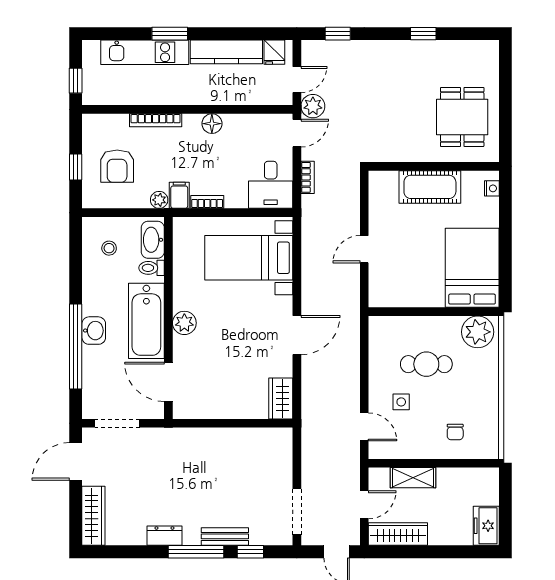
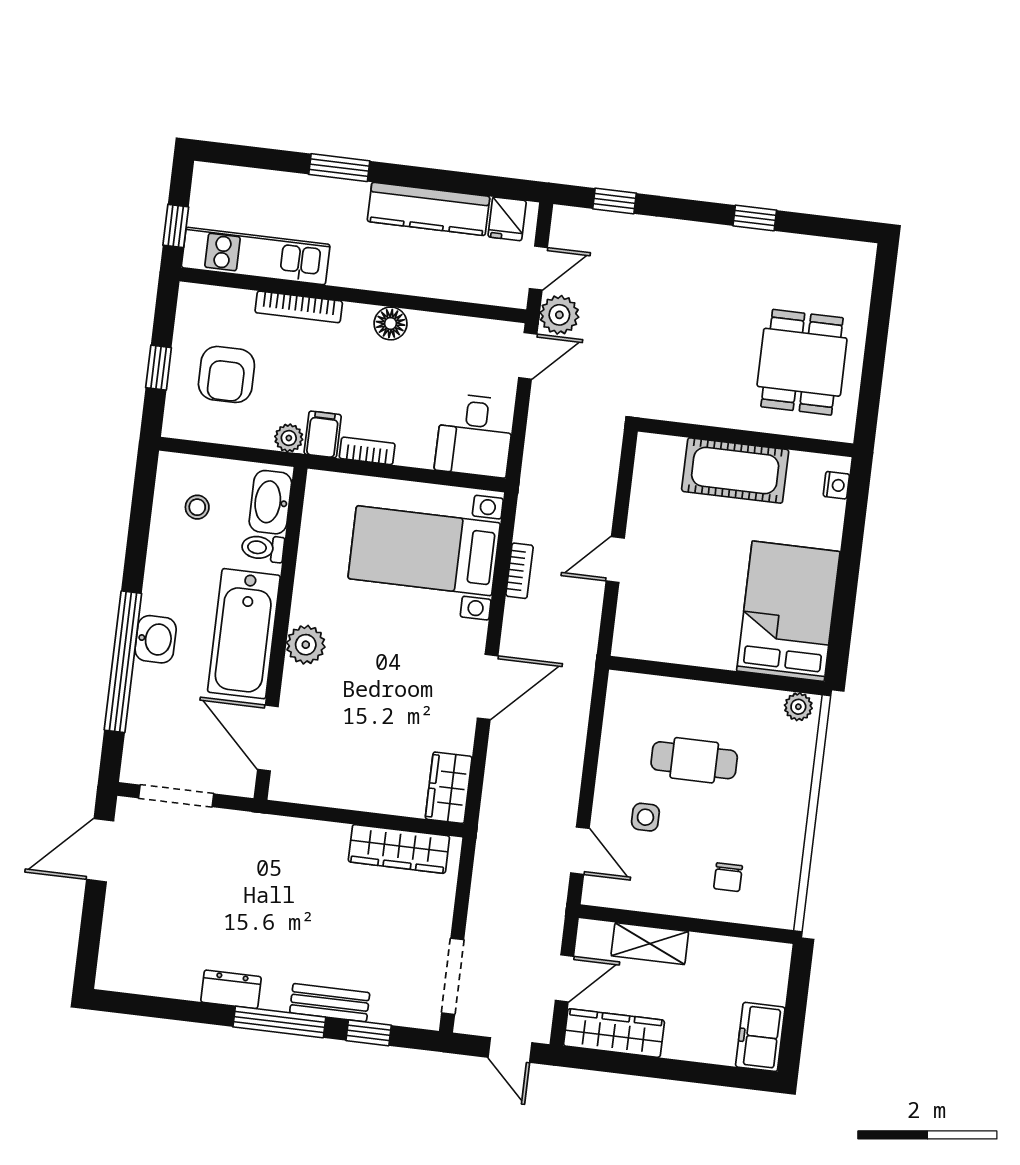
kitchen unit: (145, 52) -> (256, 256), moved, turned 180
bookcase: (308, 177) -> (520, 571), moved
plant: (478, 332) -> (798, 707), width x0.53, depth x0.53
wardrobe: (93, 516) -> (399, 849), moved, turned 90

